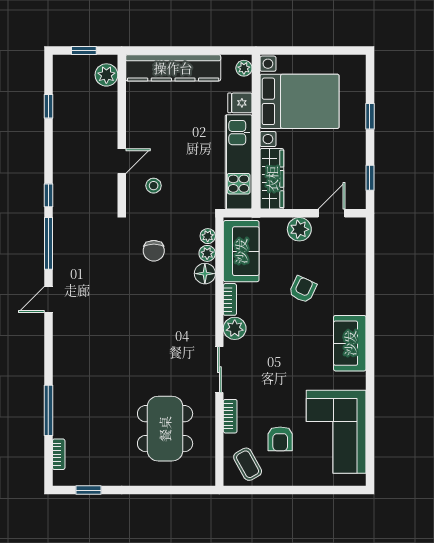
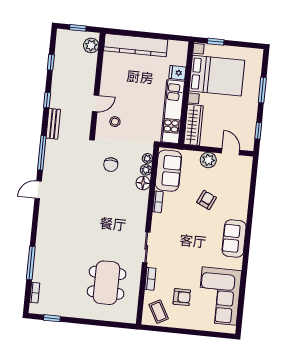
window: (293, 51) -> (216, 42), added
plant: (244, 68) -> (182, 50), removed
window: (370, 116) -> (262, 90), width x1.50
window: (48, 195) -> (47, 100), moved
bench: (61, 198) -> (53, 124), added
door: (332, 213) -> (231, 152), hinge flipped
plant: (235, 328) -> (159, 221), removed
armchair: (280, 439) -> (182, 297), turned -90

